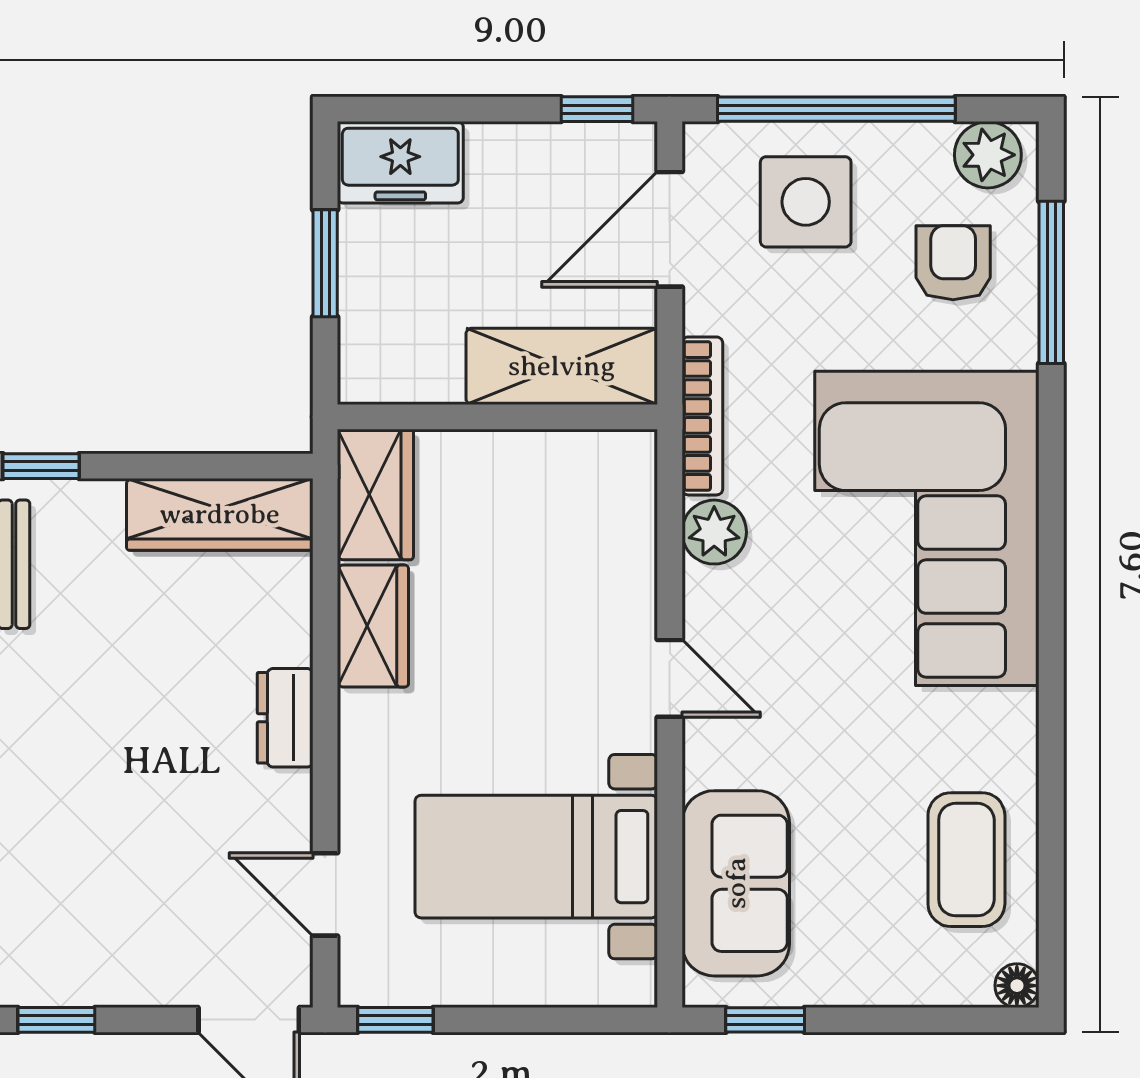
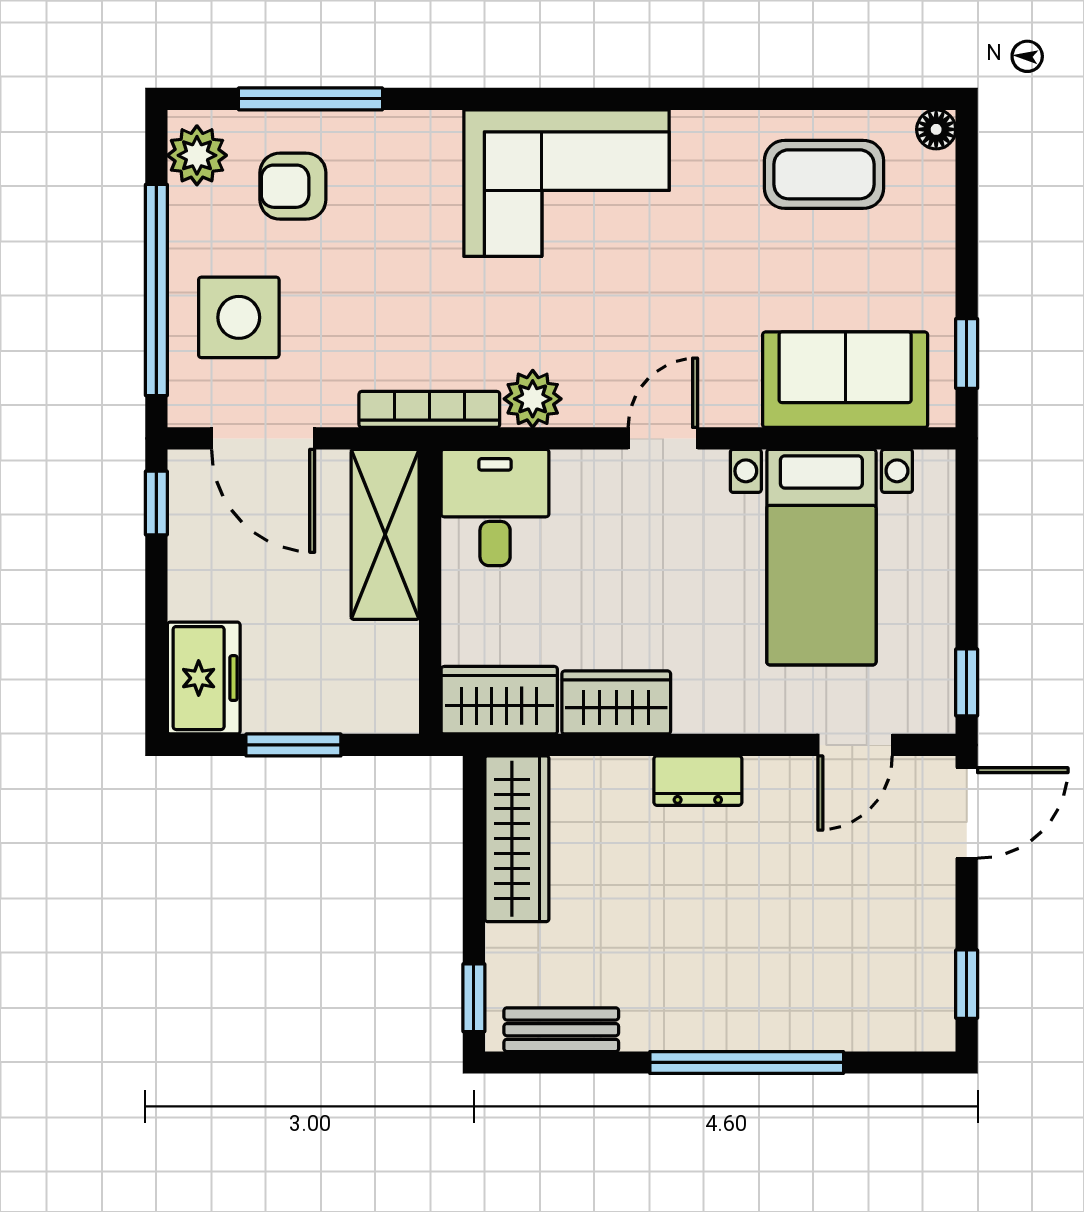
desk: (592, 490) -> (495, 507), added
corner sofa: (927, 528) -> (566, 183), width x0.73, depth x0.74

